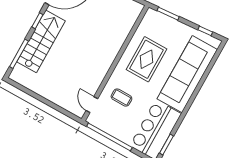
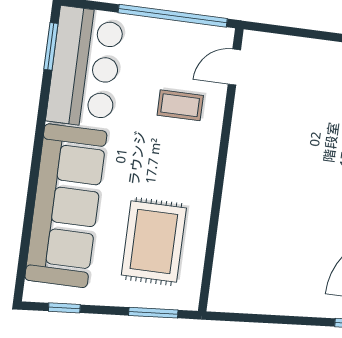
rug: (147, 59) -> (154, 242), moved
door: (92, 105) -> (234, 67), swing flipped

